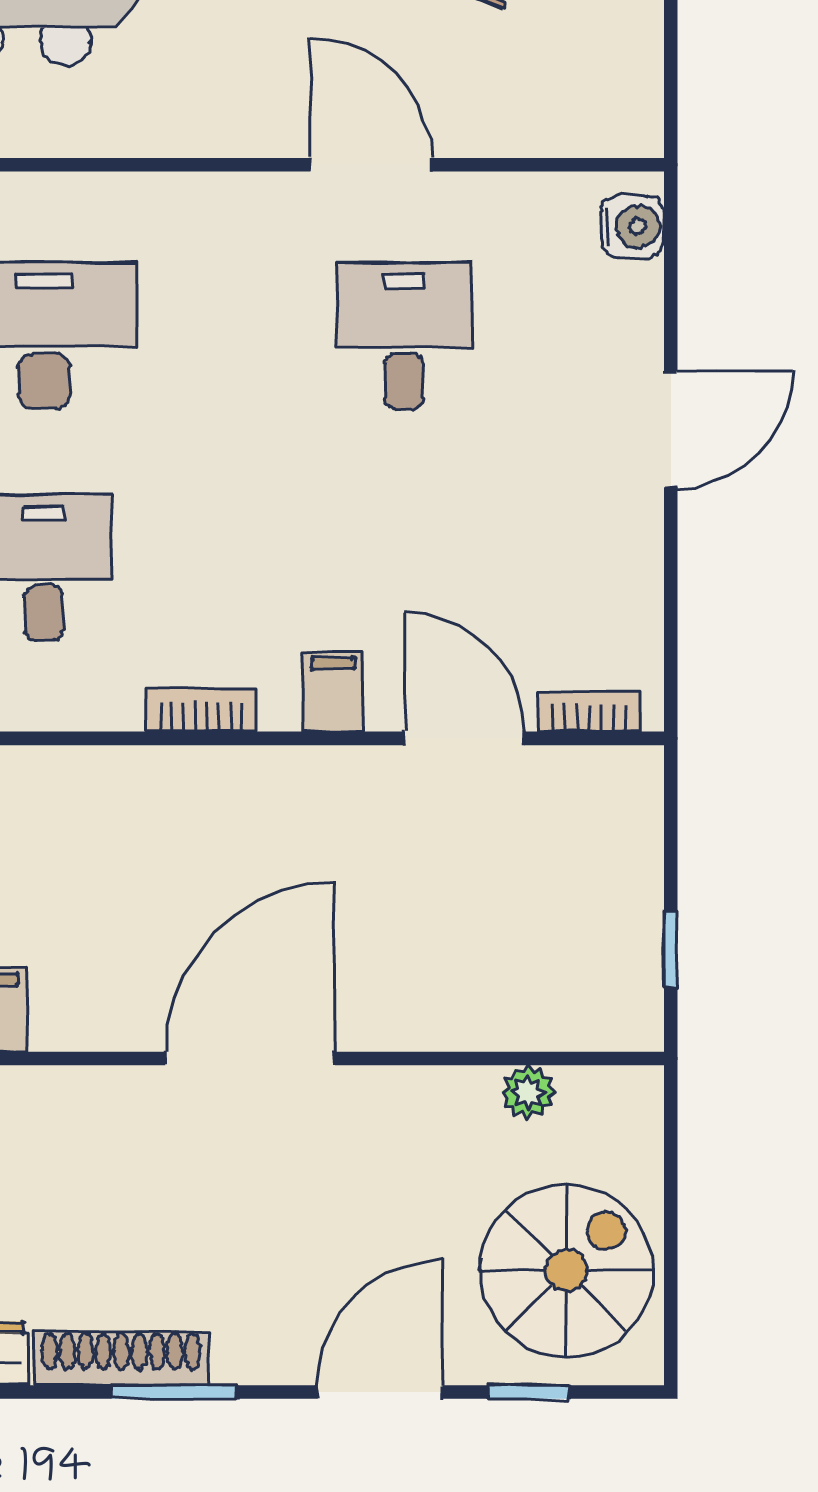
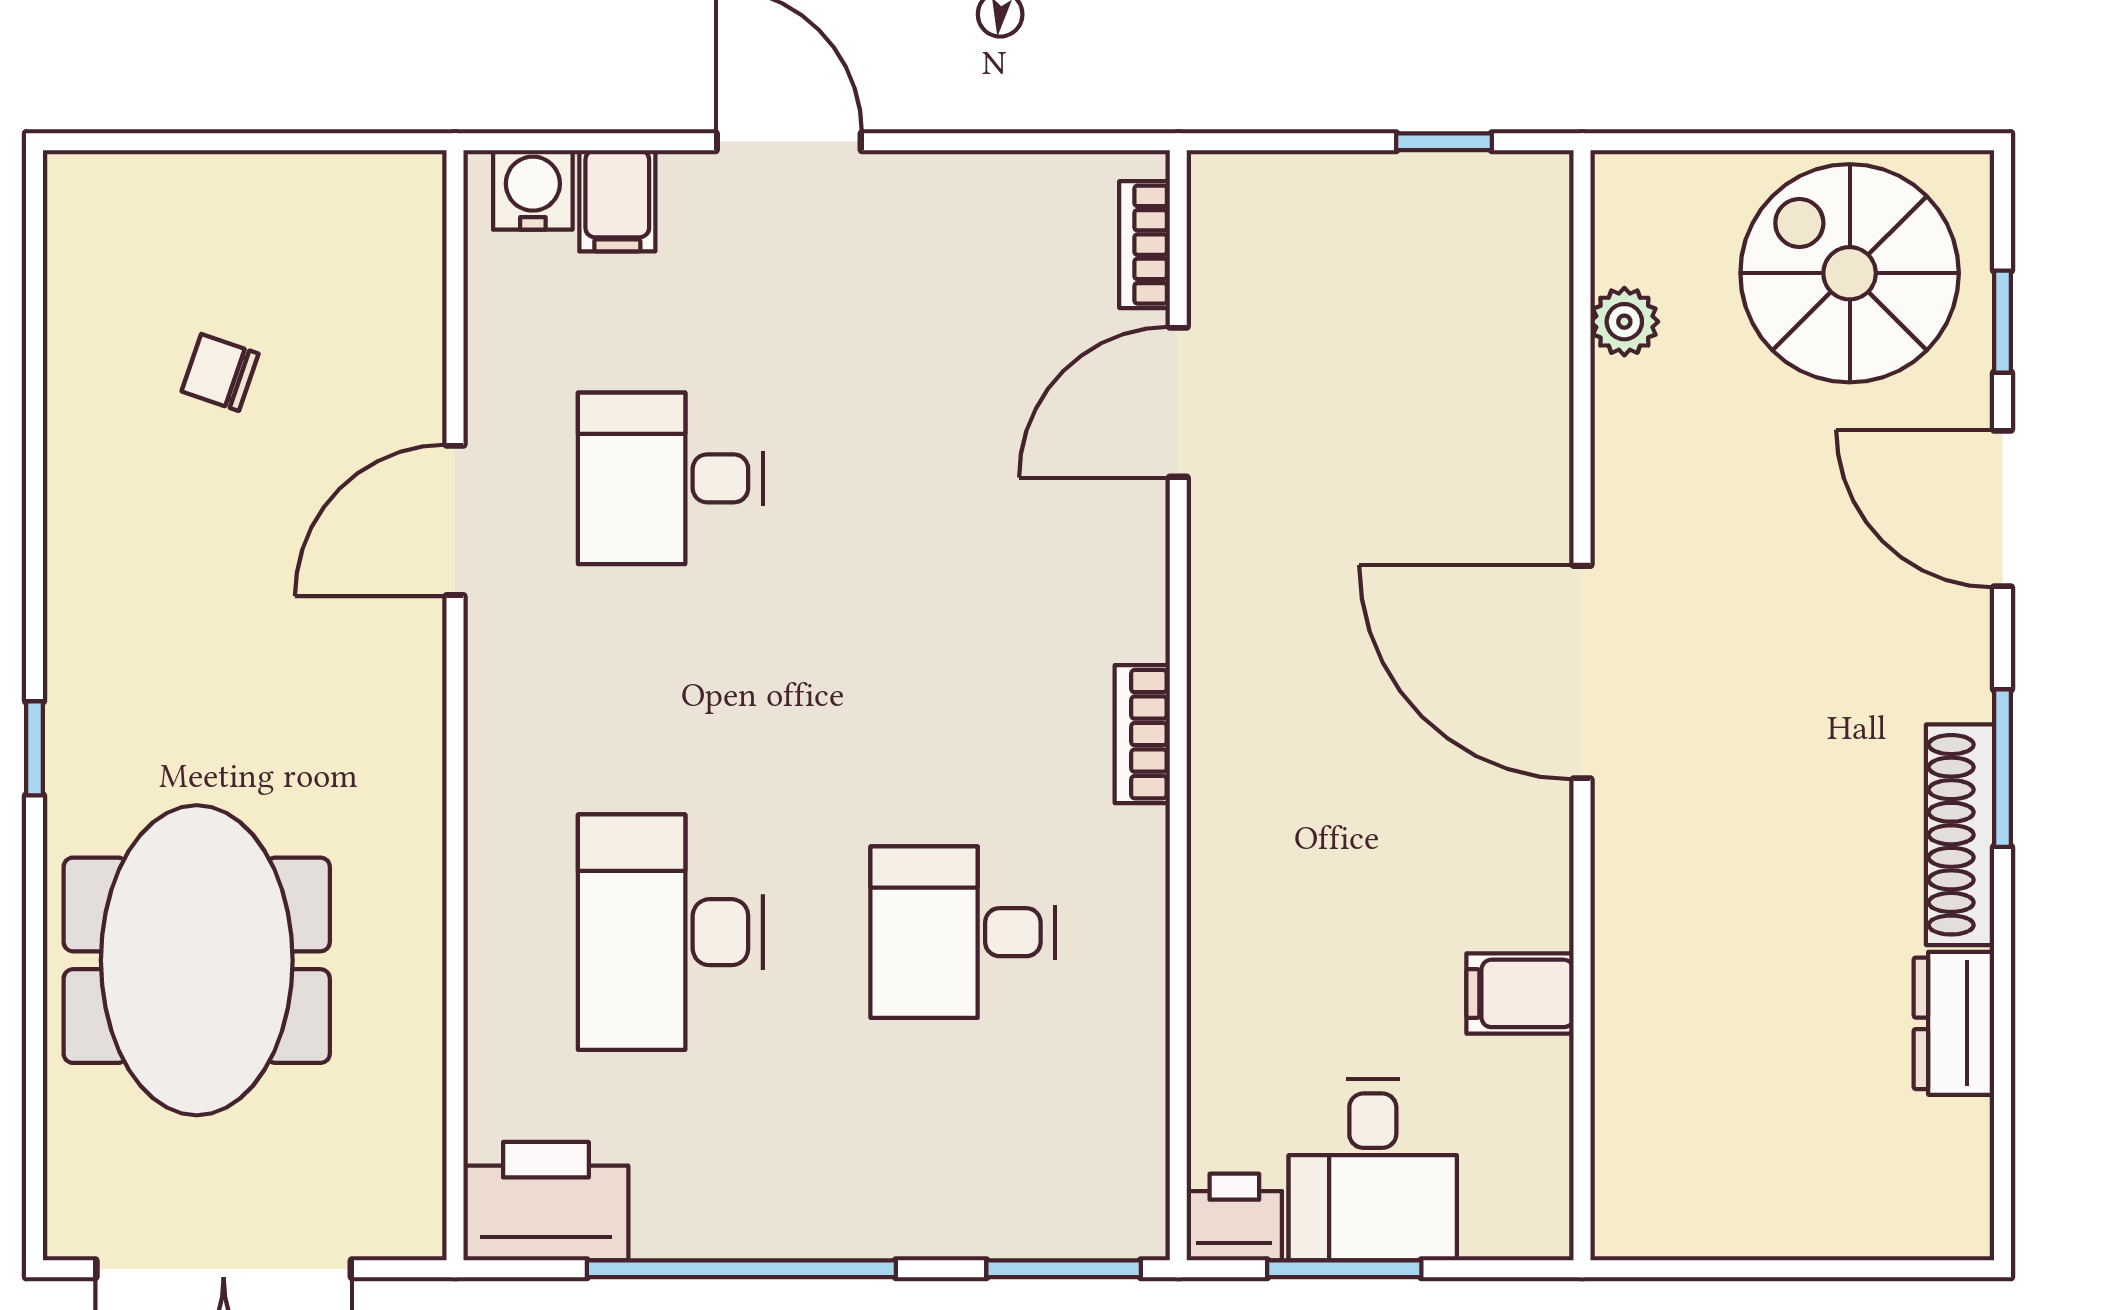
filing cabinet: (333, 692) -> (617, 201), moved, turned -90

